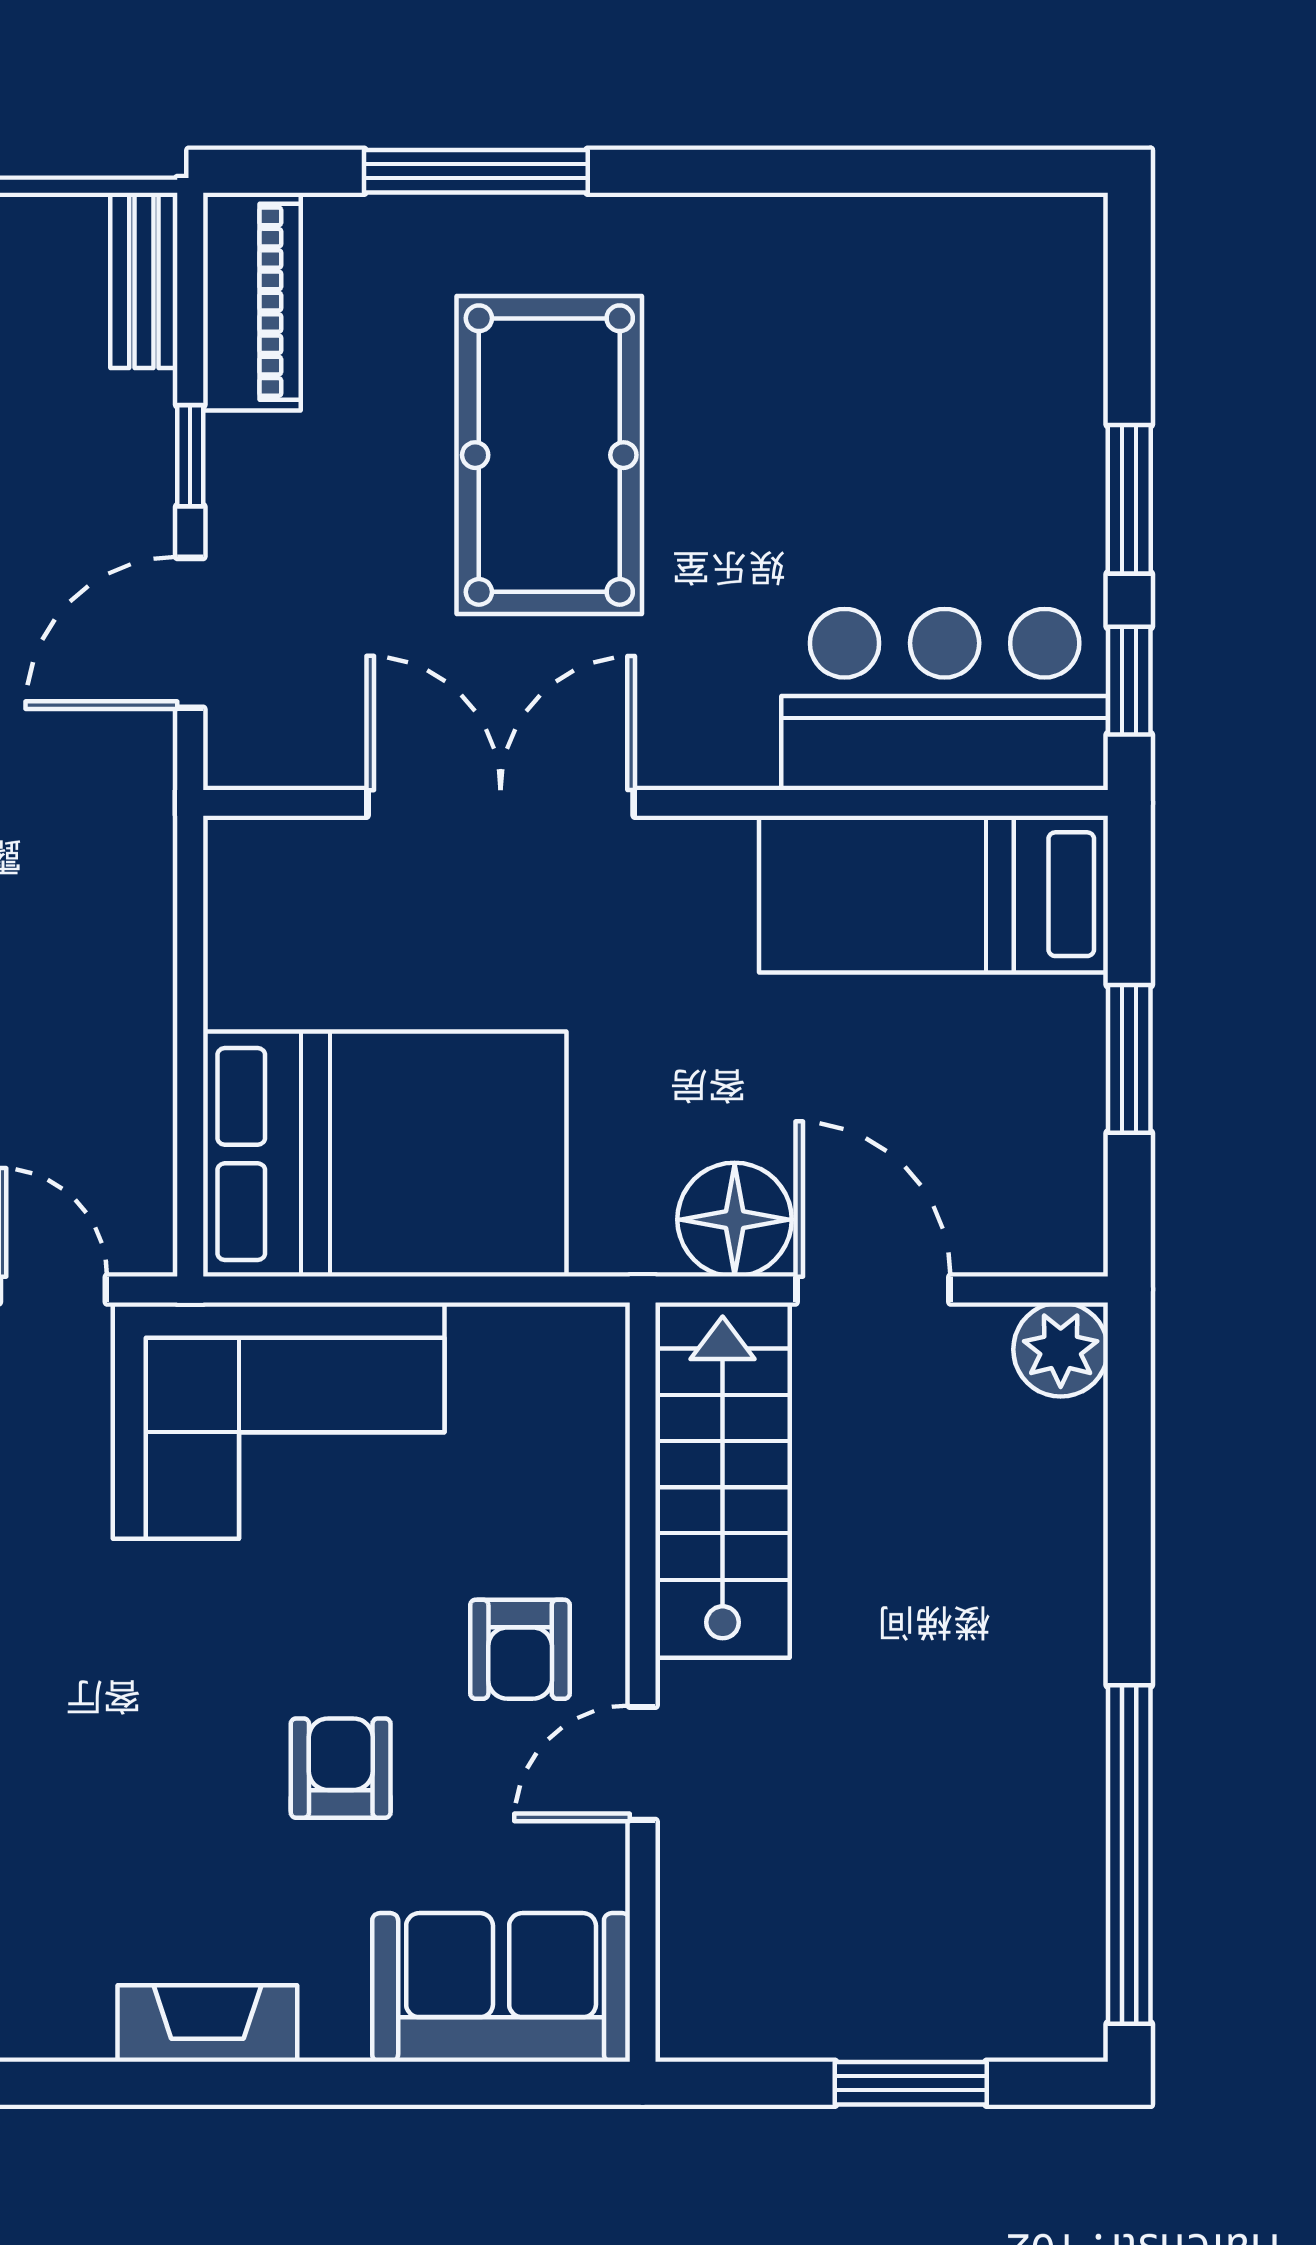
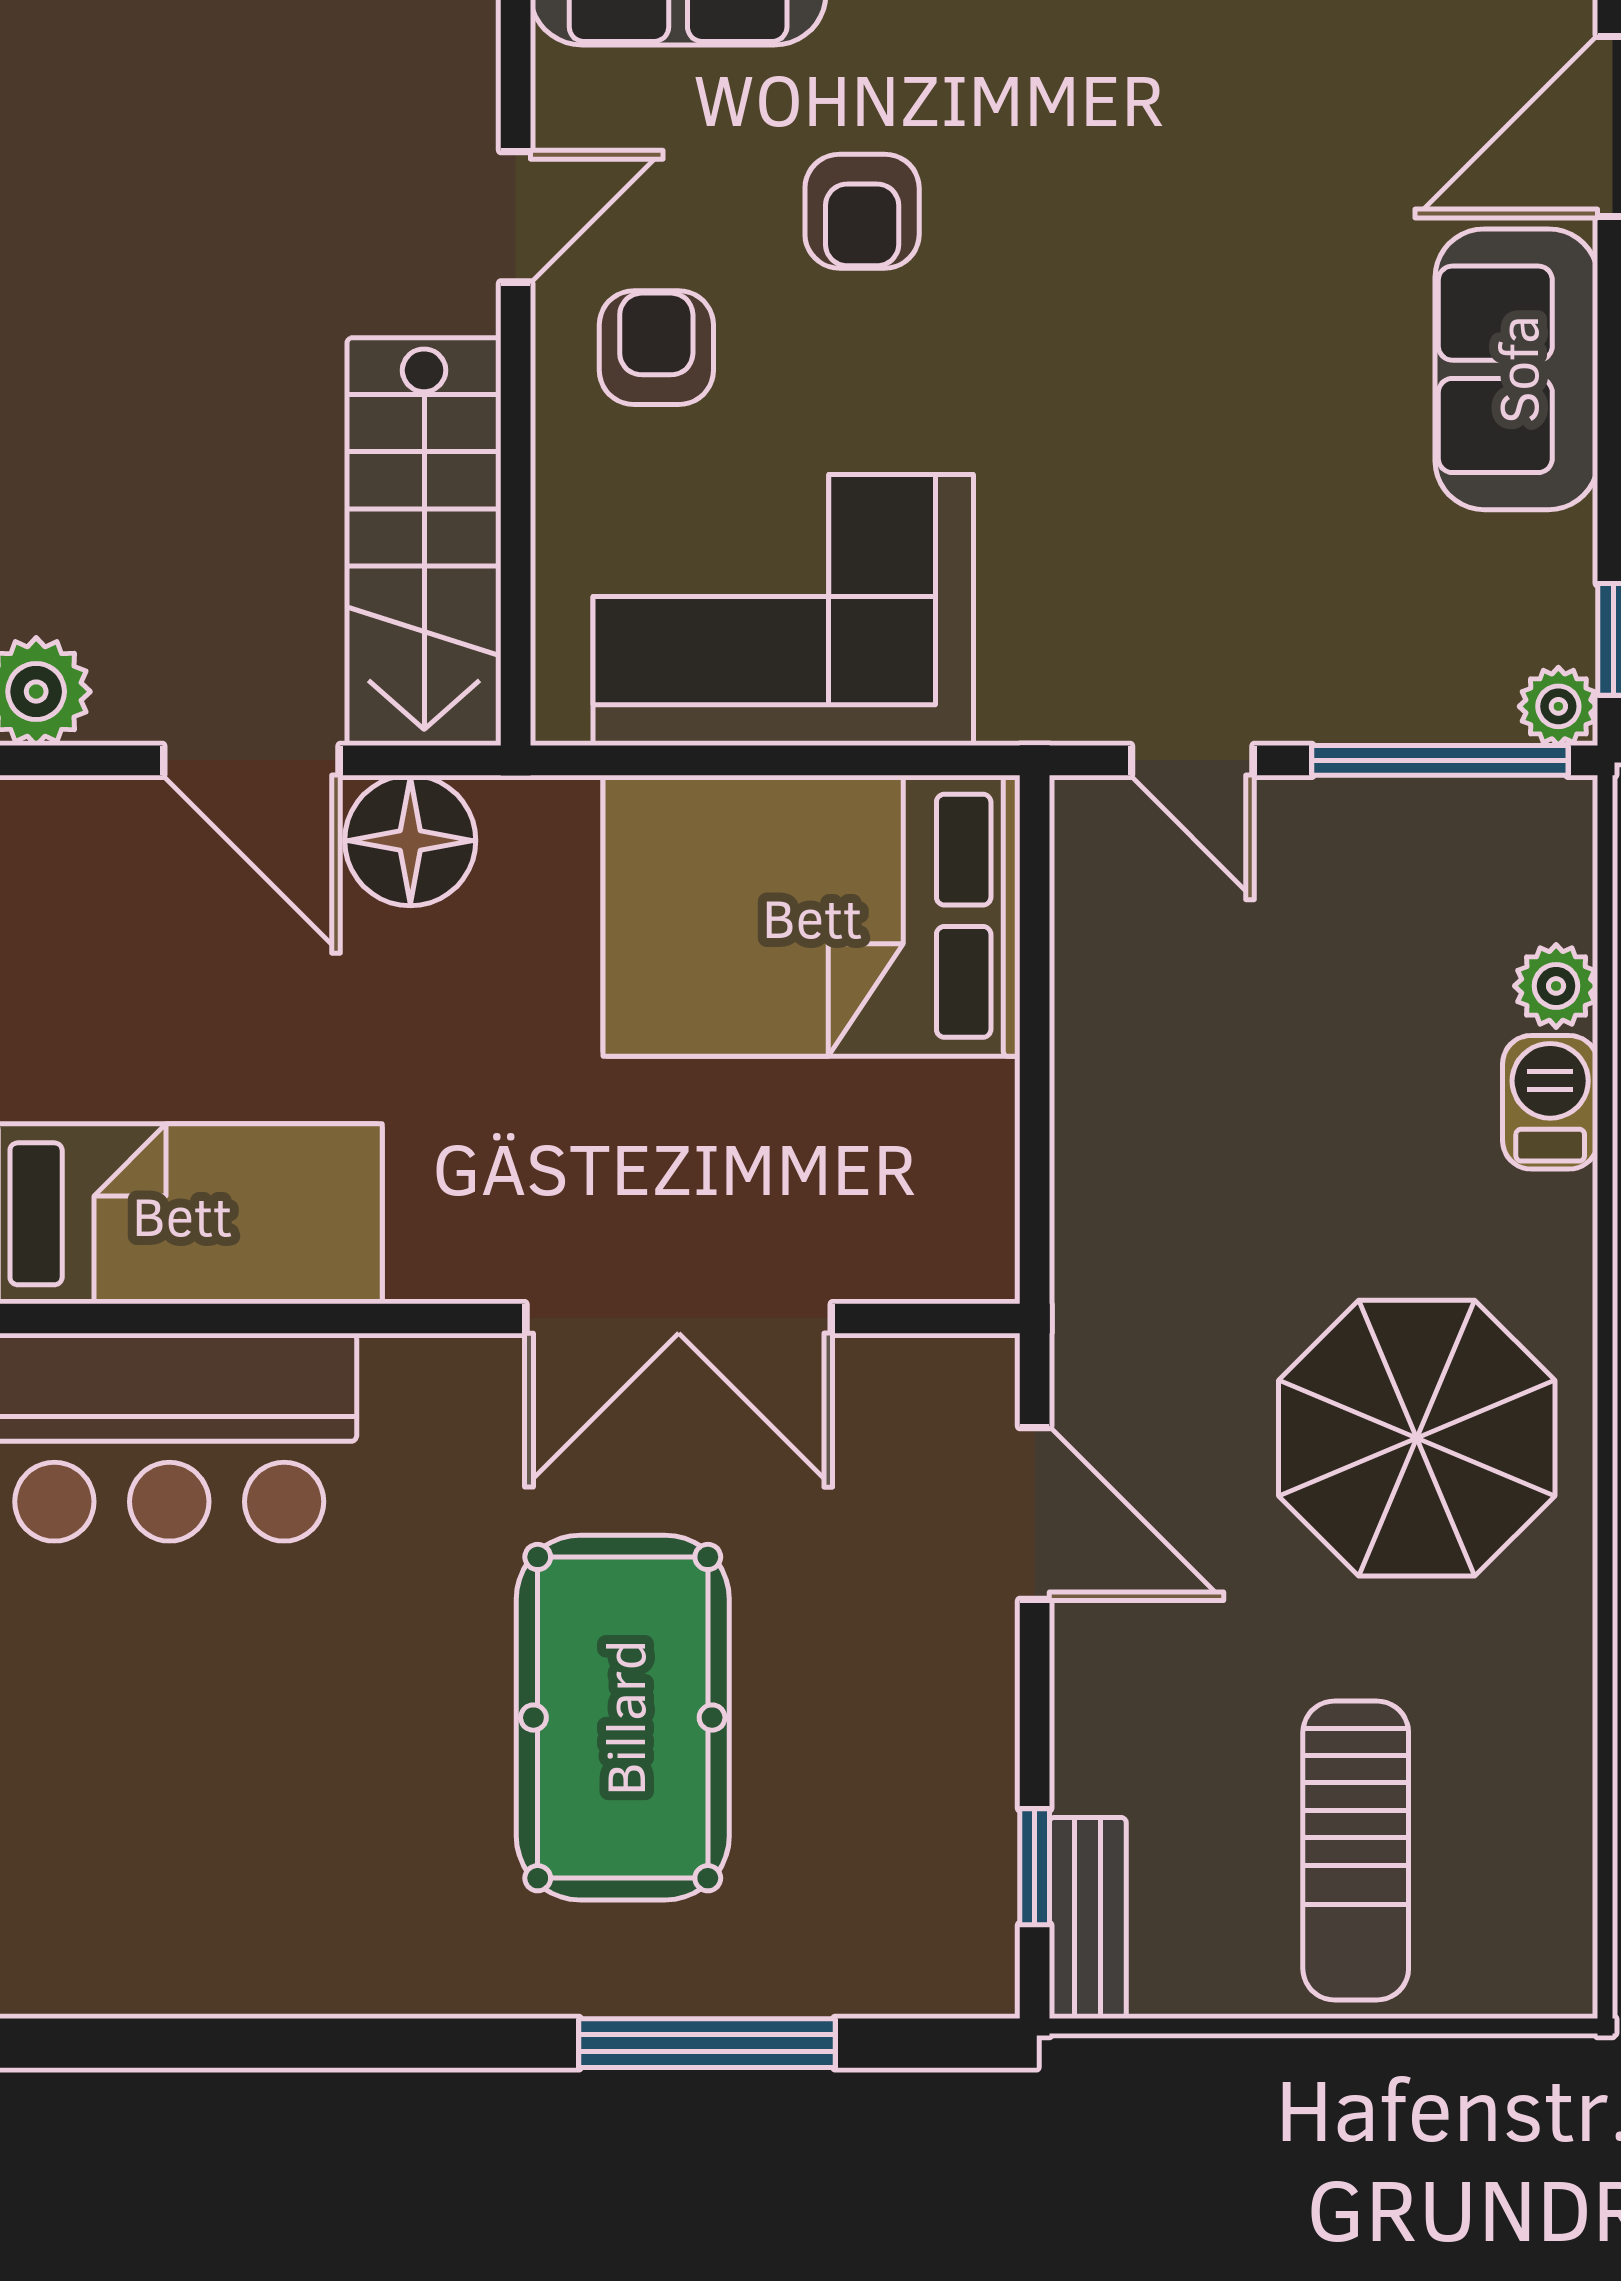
piano: (252, 302) -> (964, 1894), removed
window: (190, 456) -> (1035, 1867), moved
door: (190, 633) -> (1035, 1513), hinge flipped
corner sofa: (279, 1421) -> (783, 610), moved

